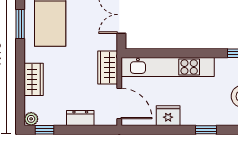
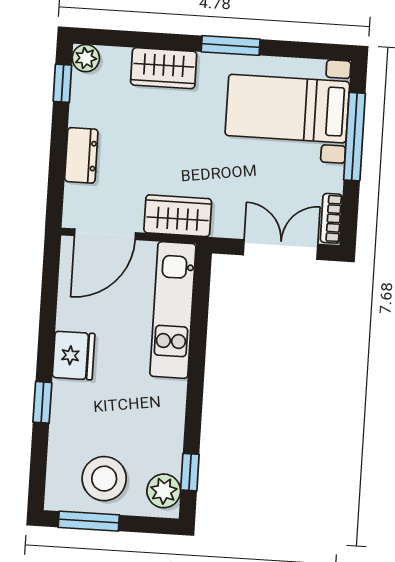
window: (20, 24) -> (231, 45), moved
kitchen unit: (168, 67) -> (173, 310), width x0.73
fridge: (168, 116) -> (74, 356), moved

